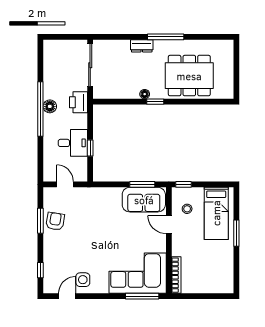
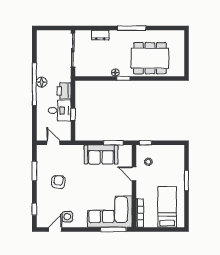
dresser: (142, 46) -> (100, 35), moved
printer: (79, 102) -> (64, 91), moved
sofa: (144, 200) -> (101, 155), moved
bed: (216, 213) -> (167, 207), moved, turned 180
armchair: (55, 221) -> (58, 182), moved

